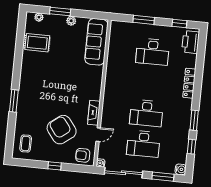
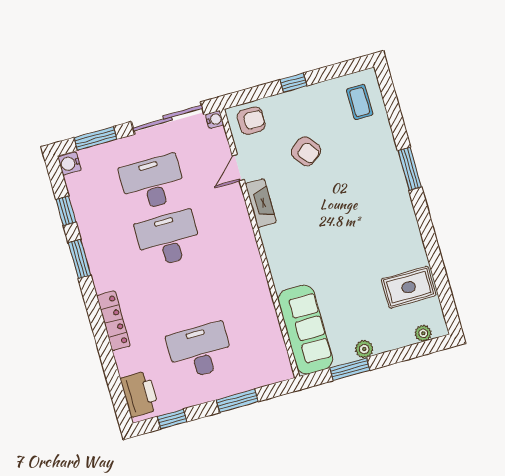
window: (60, 12) -> (350, 369), moved
armchair: (62, 130) -> (306, 151), width x0.53, depth x0.53

